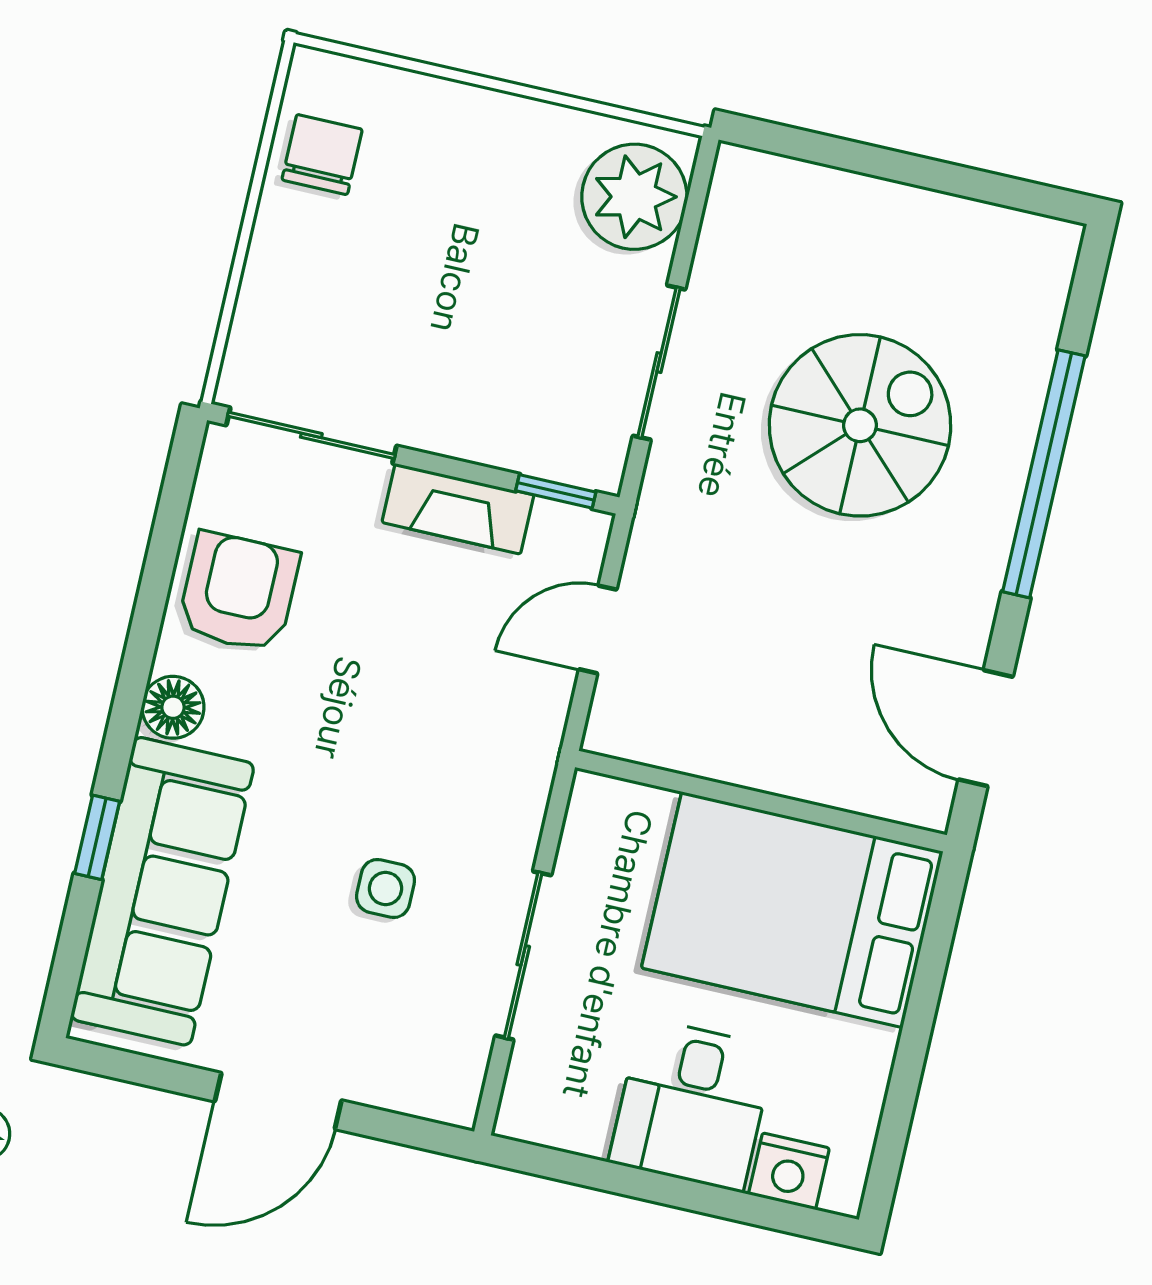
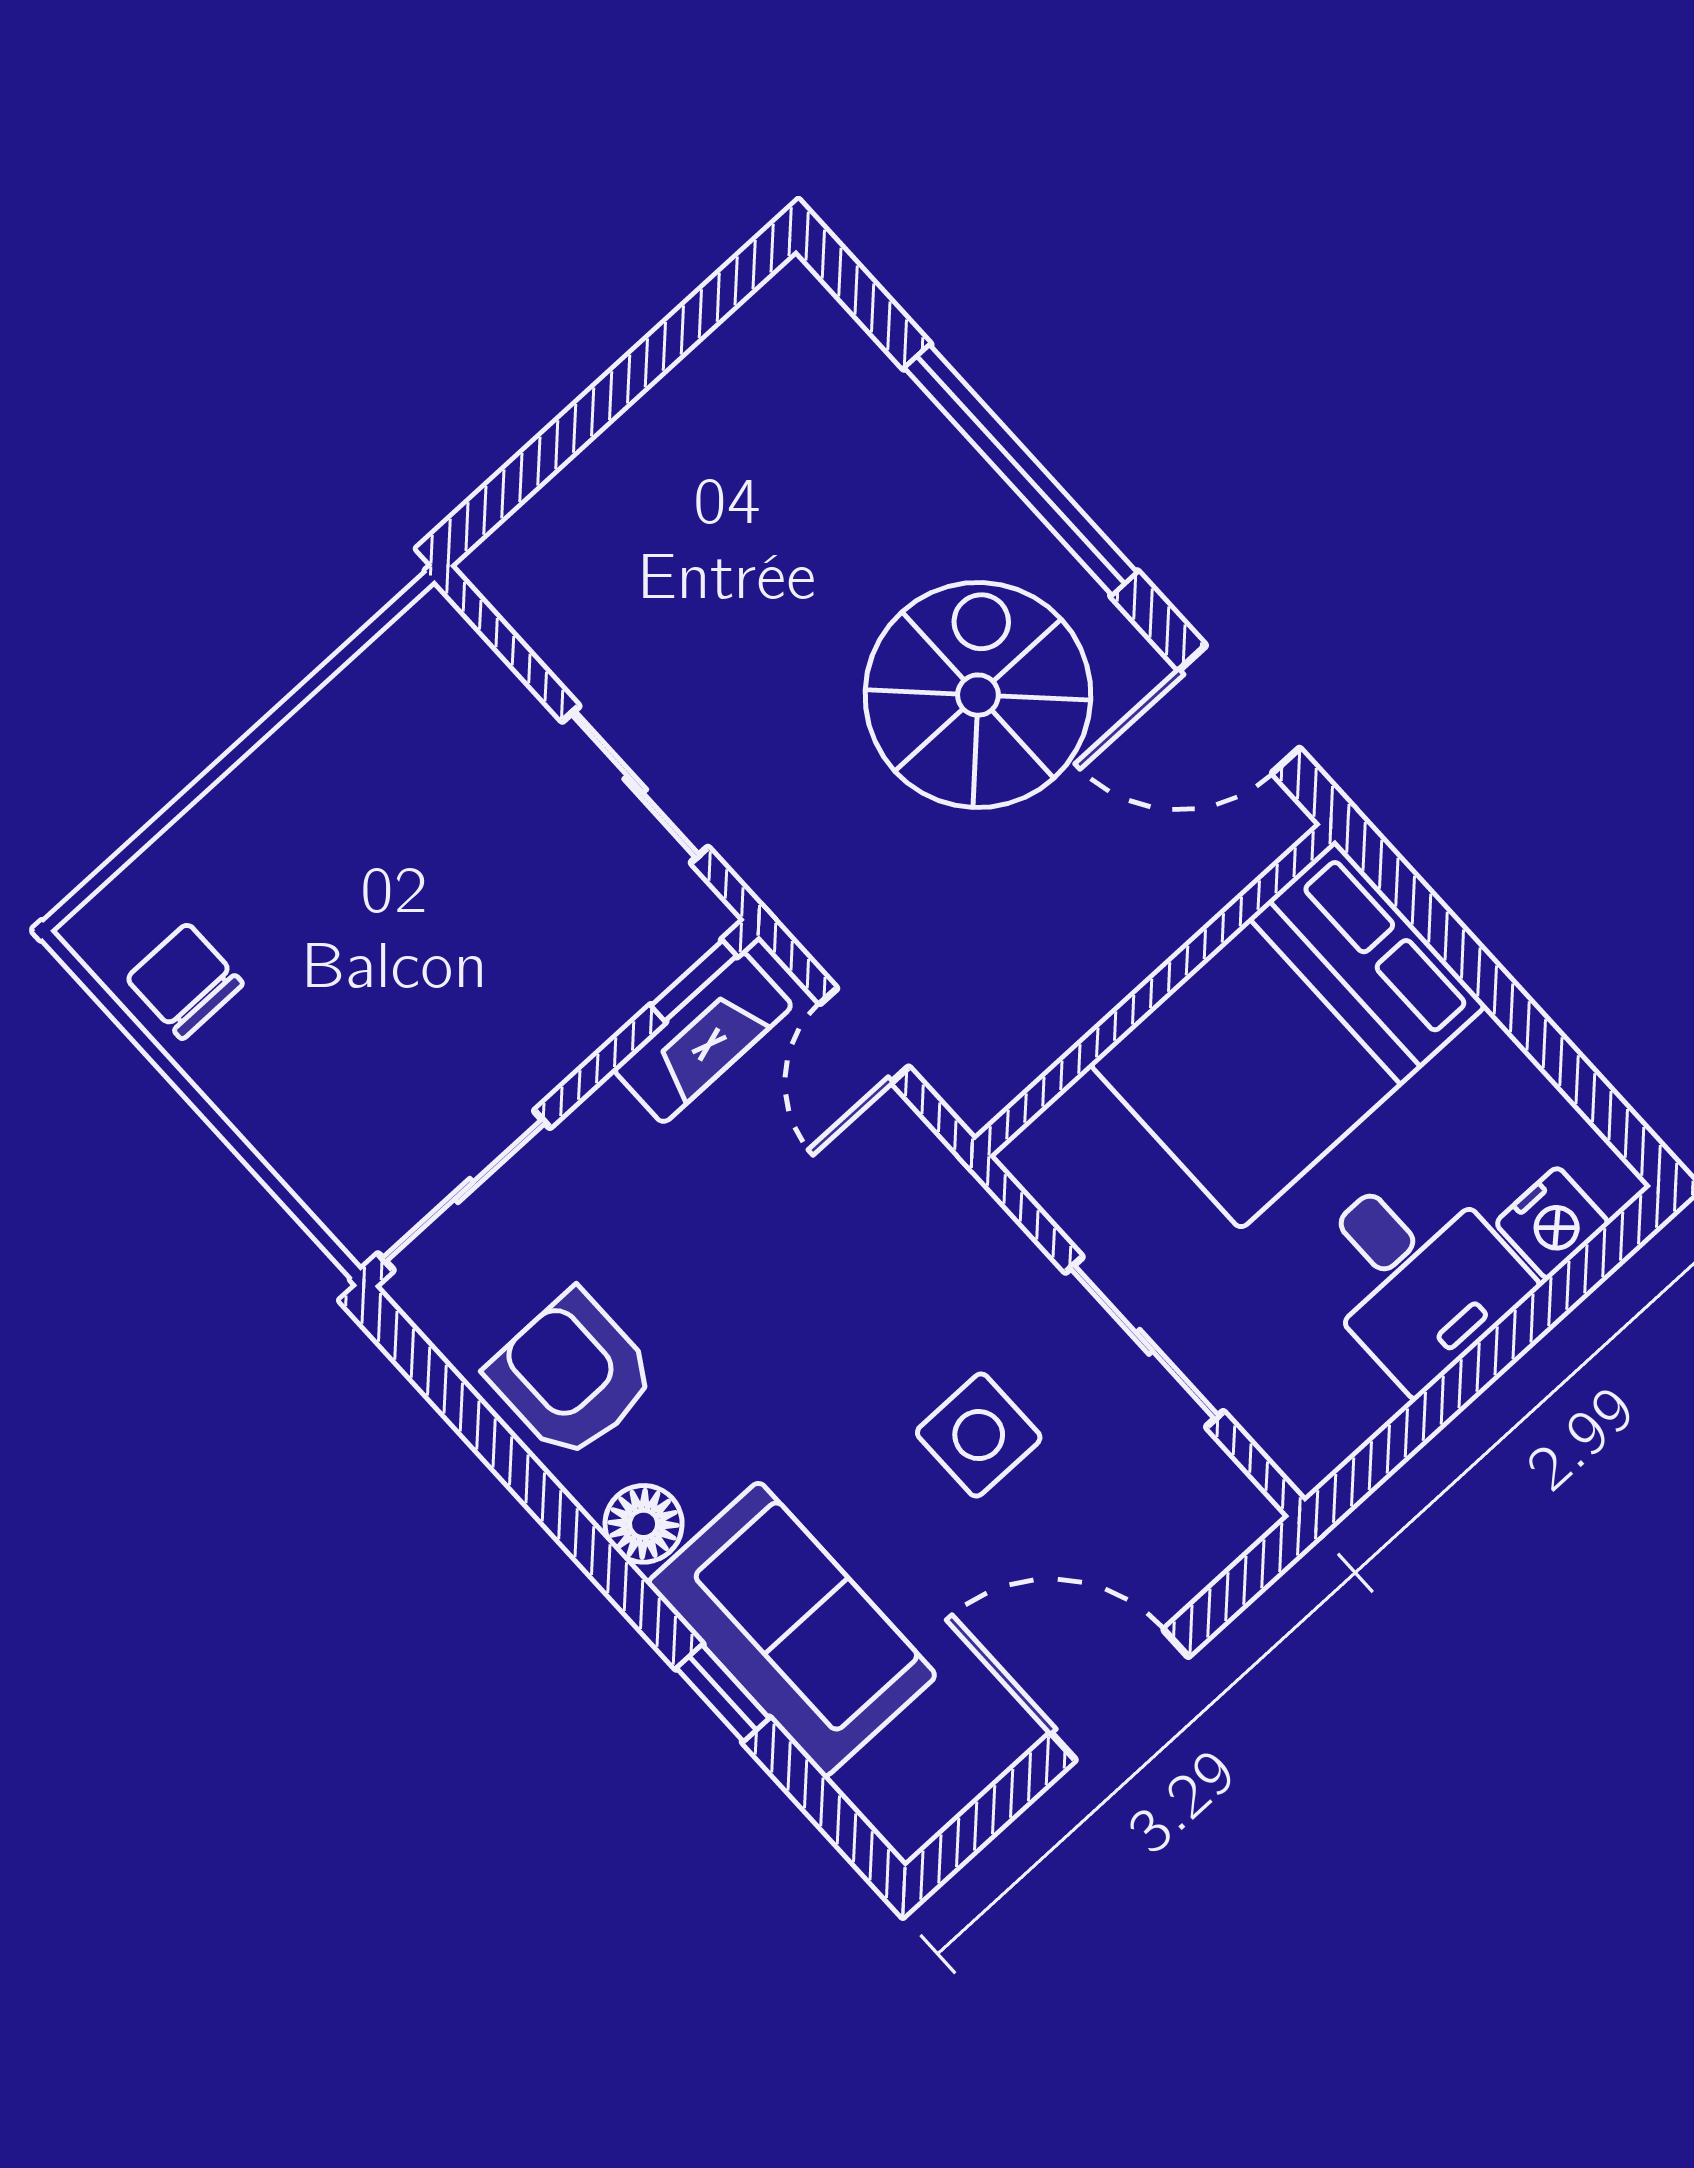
plant: (634, 197) -> (449, 692), removed
spiral stairs: (860, 425) -> (978, 695), moved
fireplace: (458, 509) -> (703, 1037), moved
side table: (386, 888) -> (979, 1435), width x1.37, depth x1.37
sofa: (162, 891) -> (792, 1629), width x0.73
door: (278, 1101) -> (1120, 1695), swing flipped

